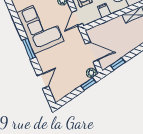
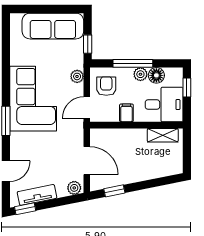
window: (88, 84) -> (25, 209), moved
tv unit: (69, 88) -> (37, 195), added

